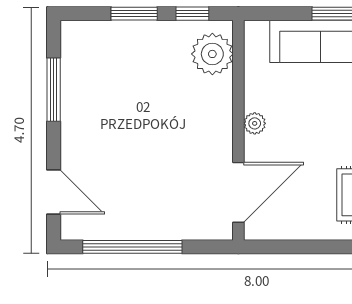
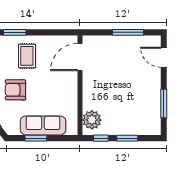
plant: (255, 123) -> (73, 88), removed
window: (132, 247) -> (128, 32), width x0.68

